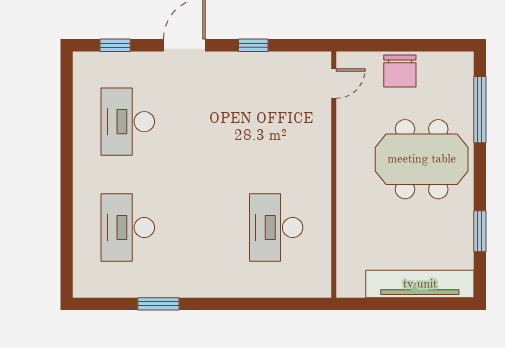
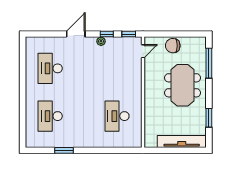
window: (115, 45) -> (129, 34), moved
plant: (241, 61) -> (101, 41), added
chair: (400, 71) -> (173, 46), turned 90
meeting table: (422, 159) -> (183, 85), turned 90

